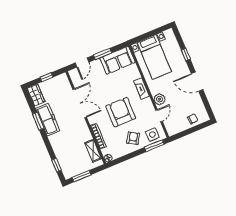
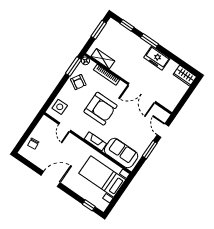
window: (186, 54) -> (89, 205), moved
sofa: (118, 60) -> (121, 153), moved, turned 90
window: (46, 77) -> (186, 97), removed
plant: (160, 99) -> (74, 142), removed
freezer: (48, 120) -> (157, 58), width x0.71
window: (38, 121) -> (149, 41), moved
armchair: (133, 138) -> (78, 82), moved
window: (154, 146) -> (73, 67), moved

